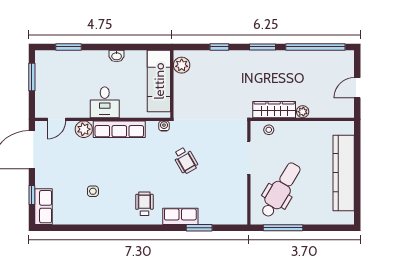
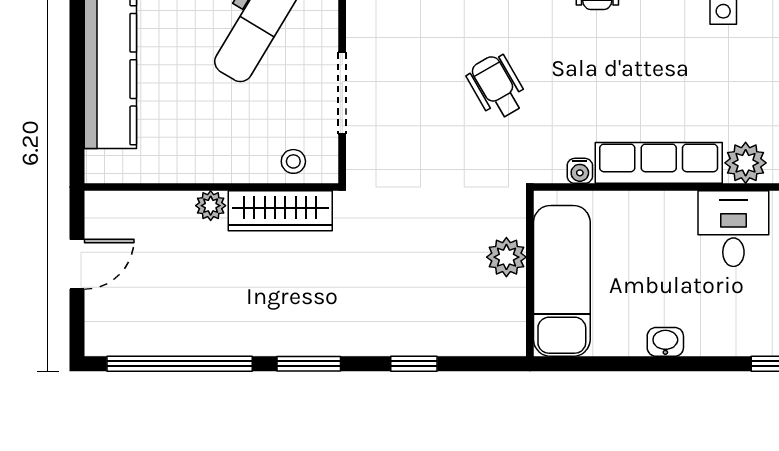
plant: (182, 65) -> (506, 257), moved
desk: (105, 102) -> (733, 229), moved
water cooler: (164, 126) -> (580, 171), moved

